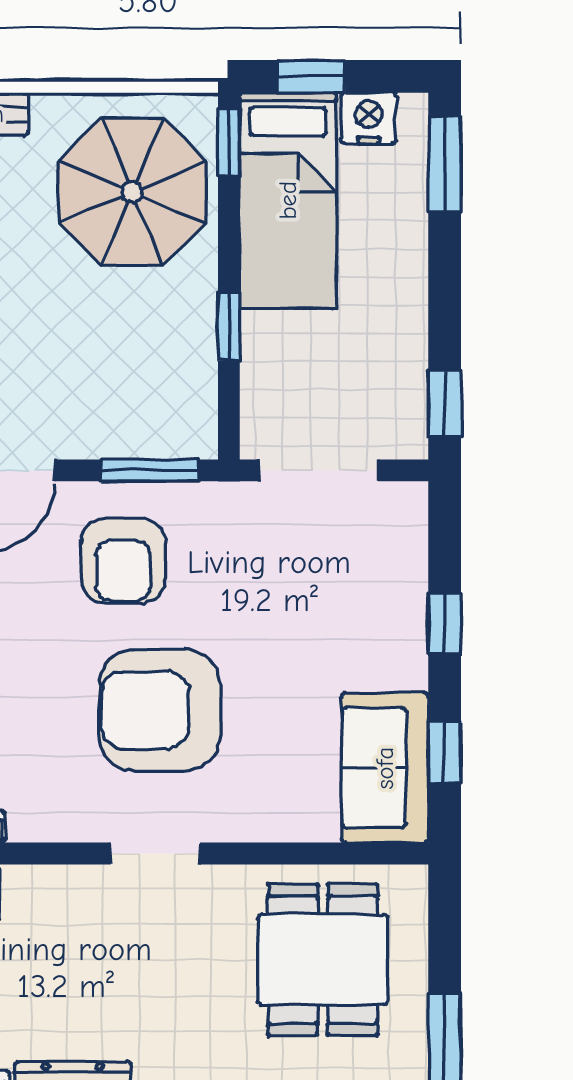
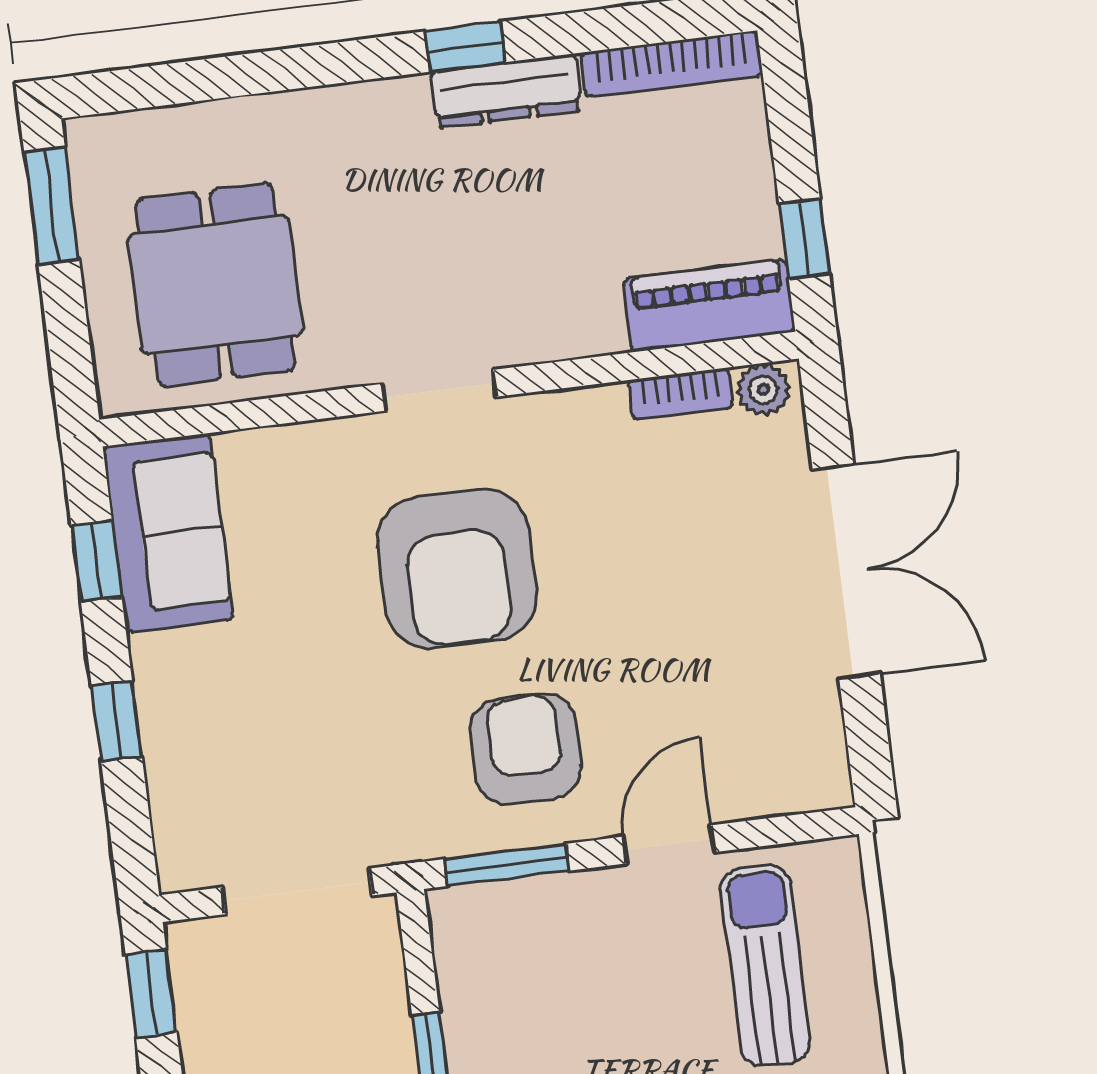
armchair: (160, 710) -> (457, 569), turned 90

